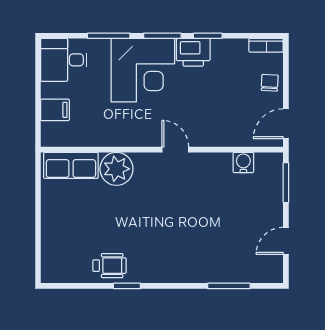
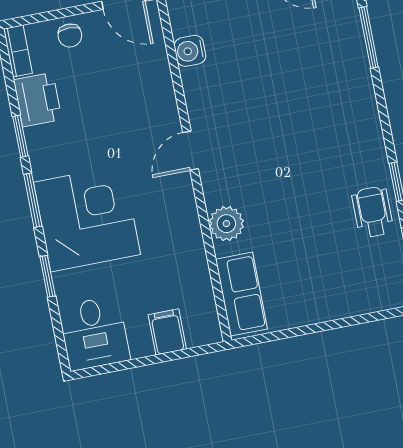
window: (109, 36) -> (48, 276), width x0.67
printer: (193, 52) -> (38, 100), moved
chair: (270, 83) -> (70, 35), turned -93
plant: (116, 169) -> (226, 224), width x0.73, depth x0.73

